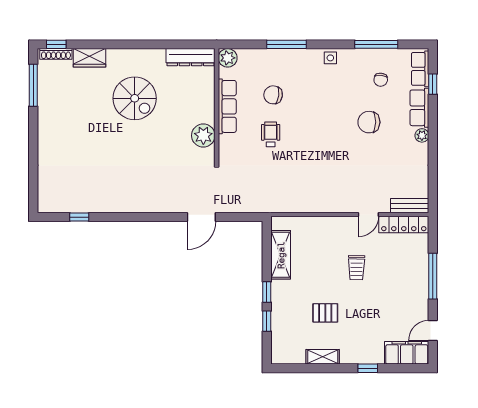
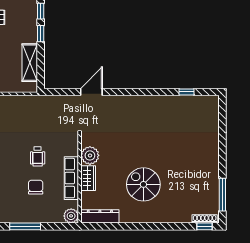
wardrobe: (89, 58) -> (88, 178), moved, turned 90
chair: (273, 95) -> (36, 187), turned -98

